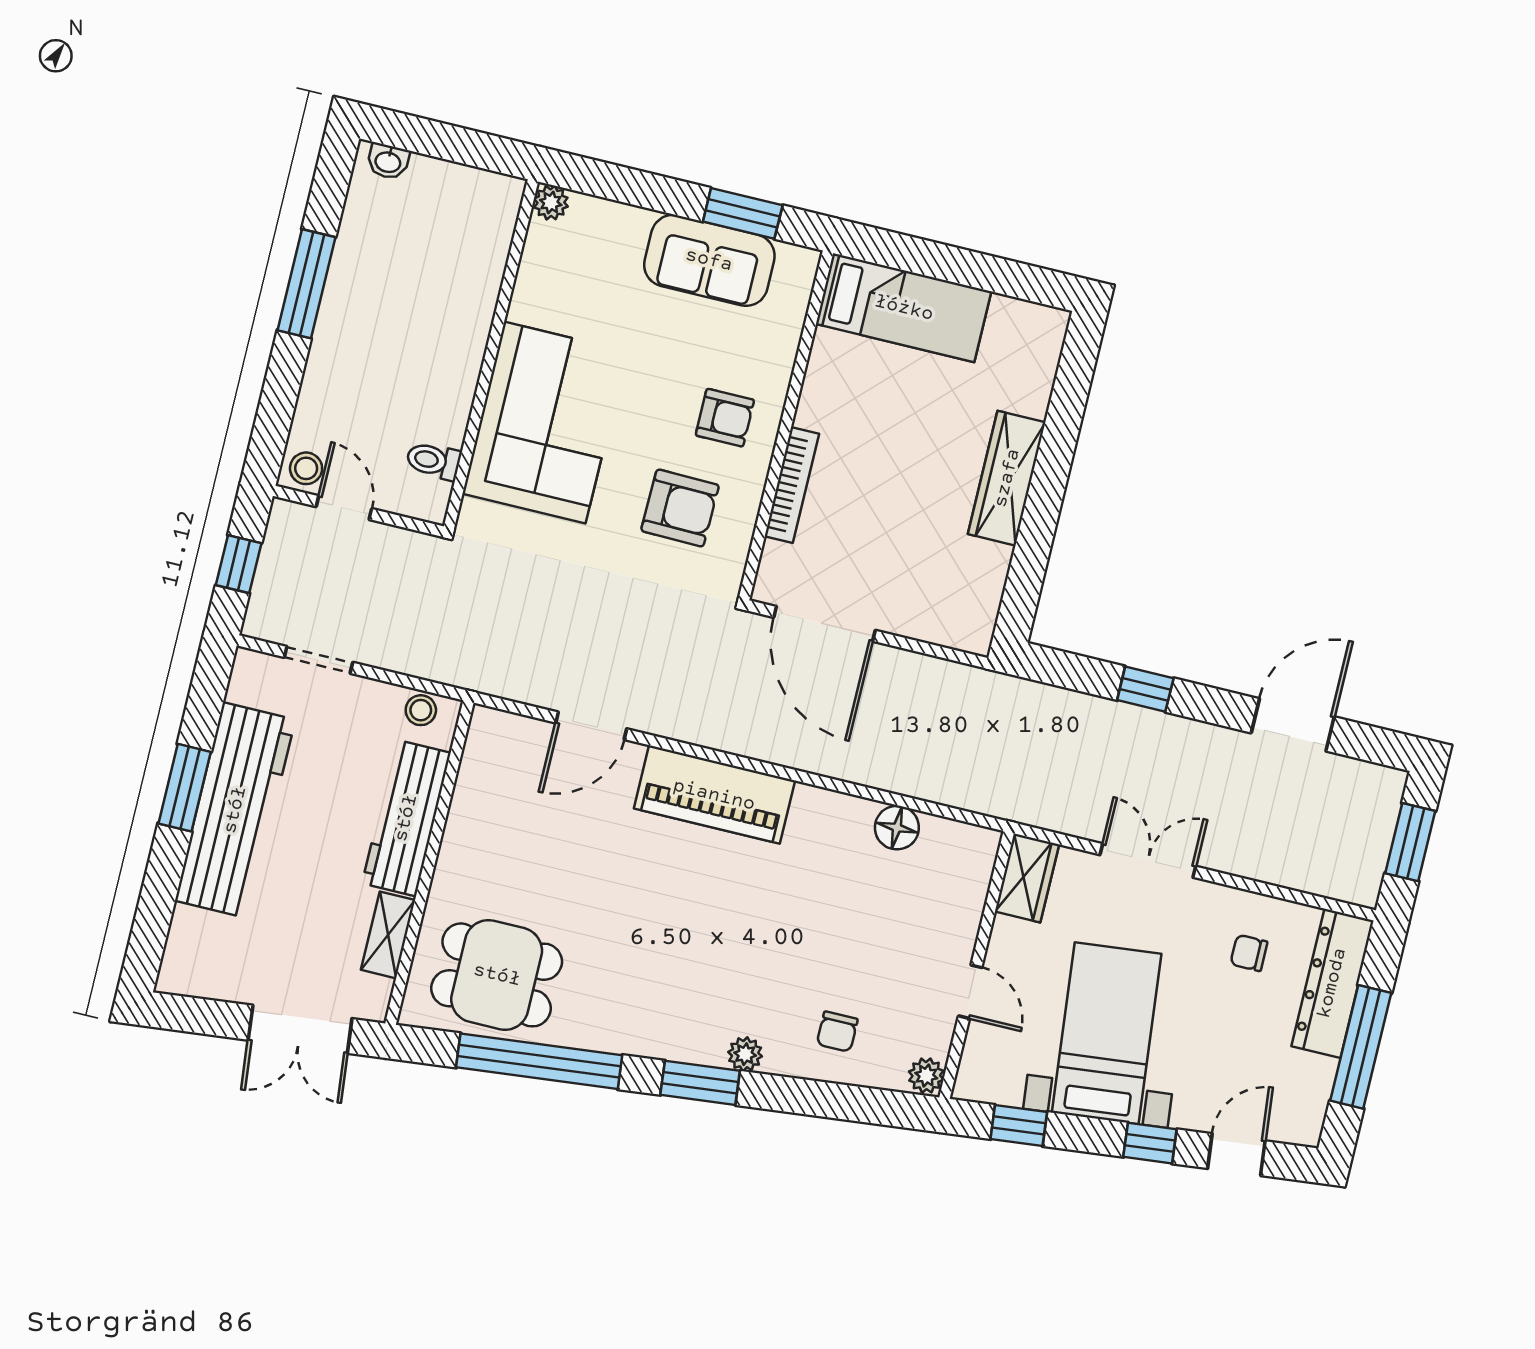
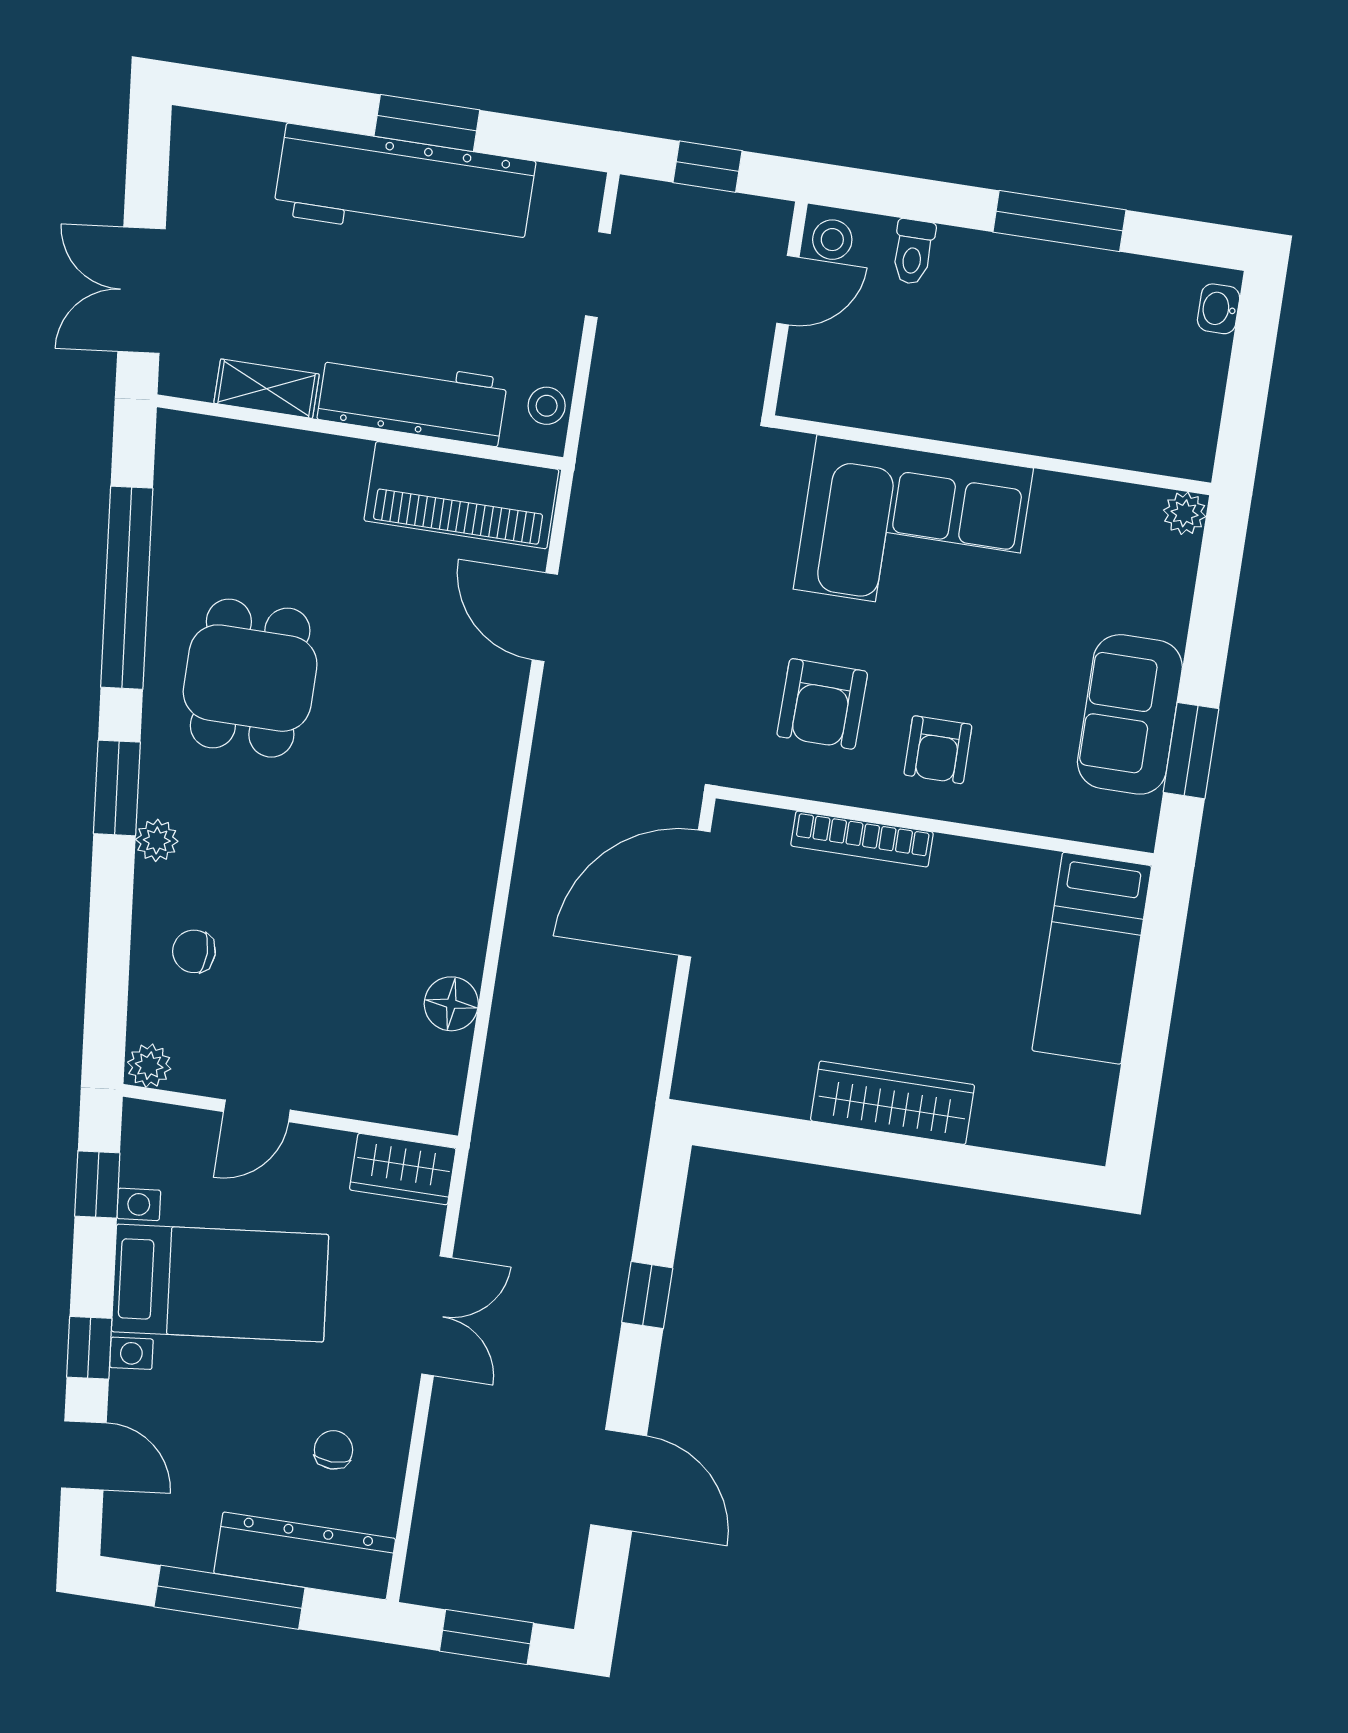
toilet: (433, 461) -> (913, 252), moved, turned 180
piano: (714, 795) -> (461, 495), moved, turned -90
dining table: (497, 975) -> (250, 678), moved

